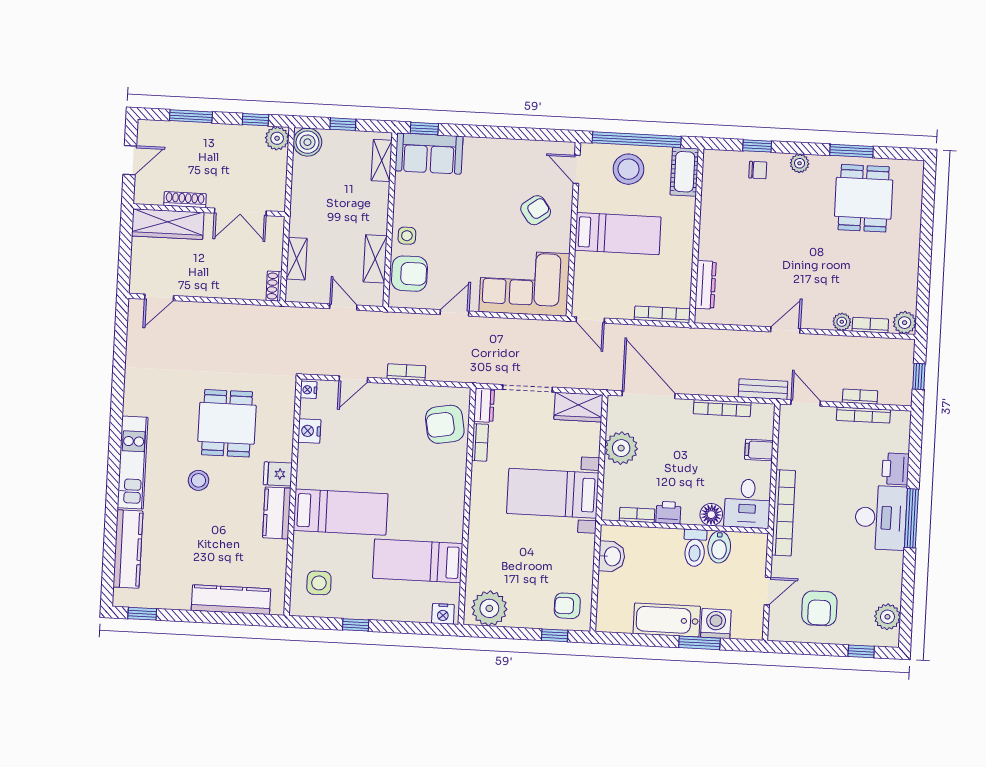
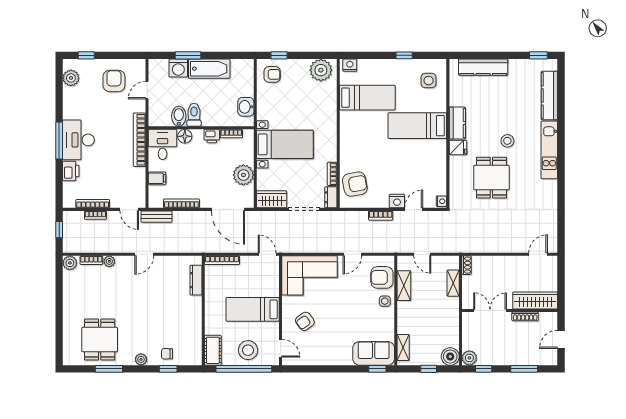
nightstand: (309, 431) -> (397, 201), moved, turned 90

